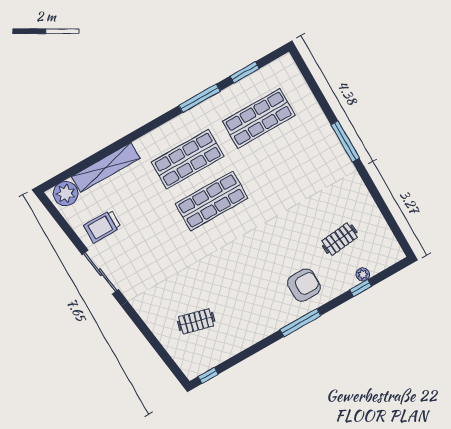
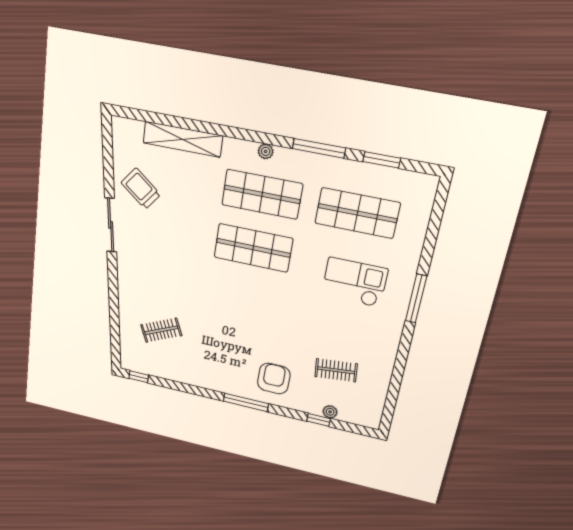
checkout: (297, 166) -> (354, 282), added
plant: (66, 194) -> (266, 151), moved, width x0.53, depth x0.53
trolley: (102, 226) -> (141, 189), turned 38
armchair: (304, 285) -> (274, 379), turned -90
clothes rail: (196, 321) -> (161, 330), turned -39

